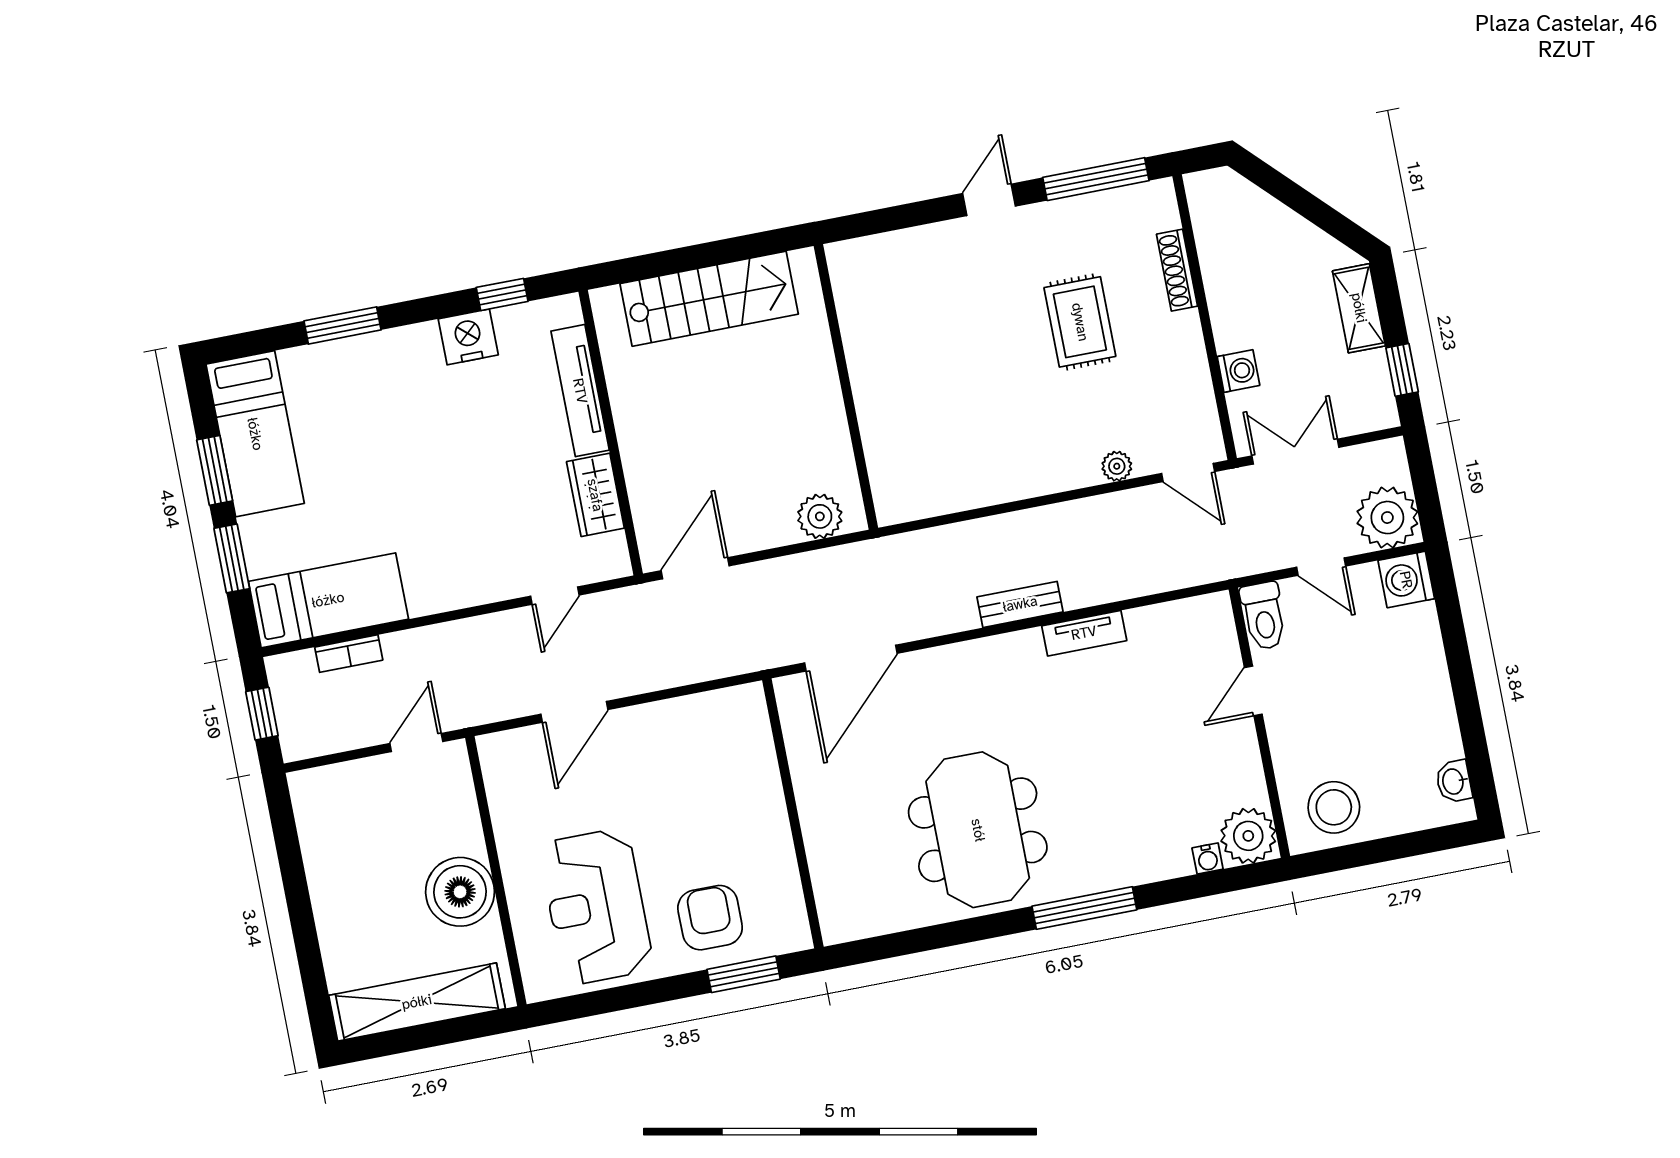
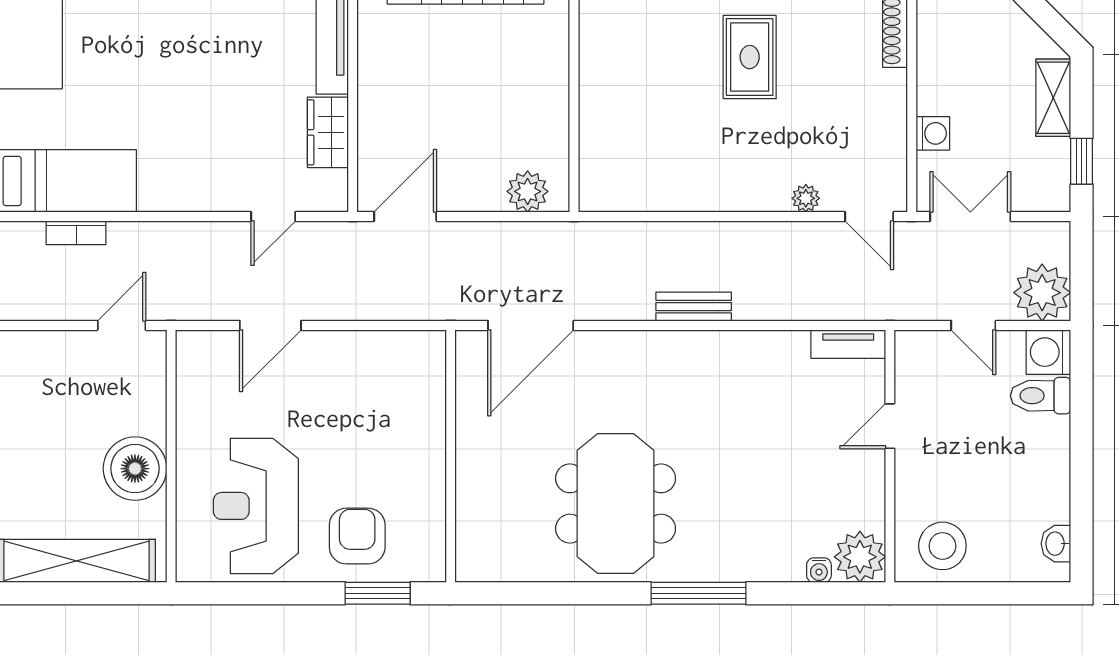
rug: (1080, 322) -> (750, 57), moved
toilet: (1264, 616) -> (1041, 396), moved, turned 90
tv unit: (1084, 633) -> (848, 344), moved

